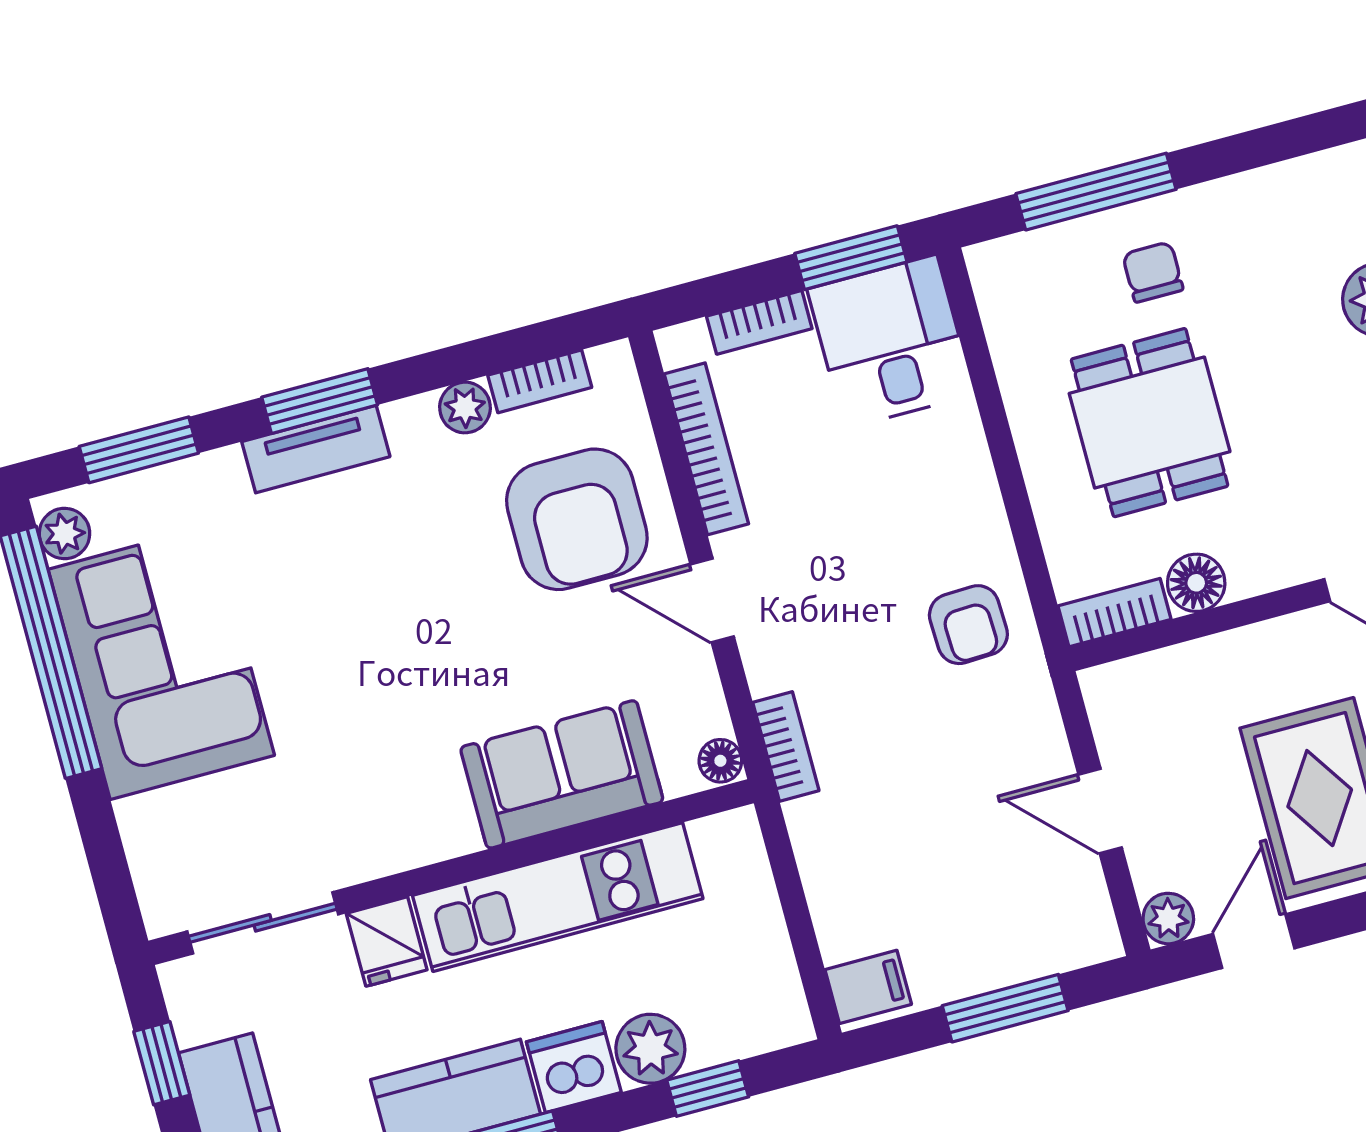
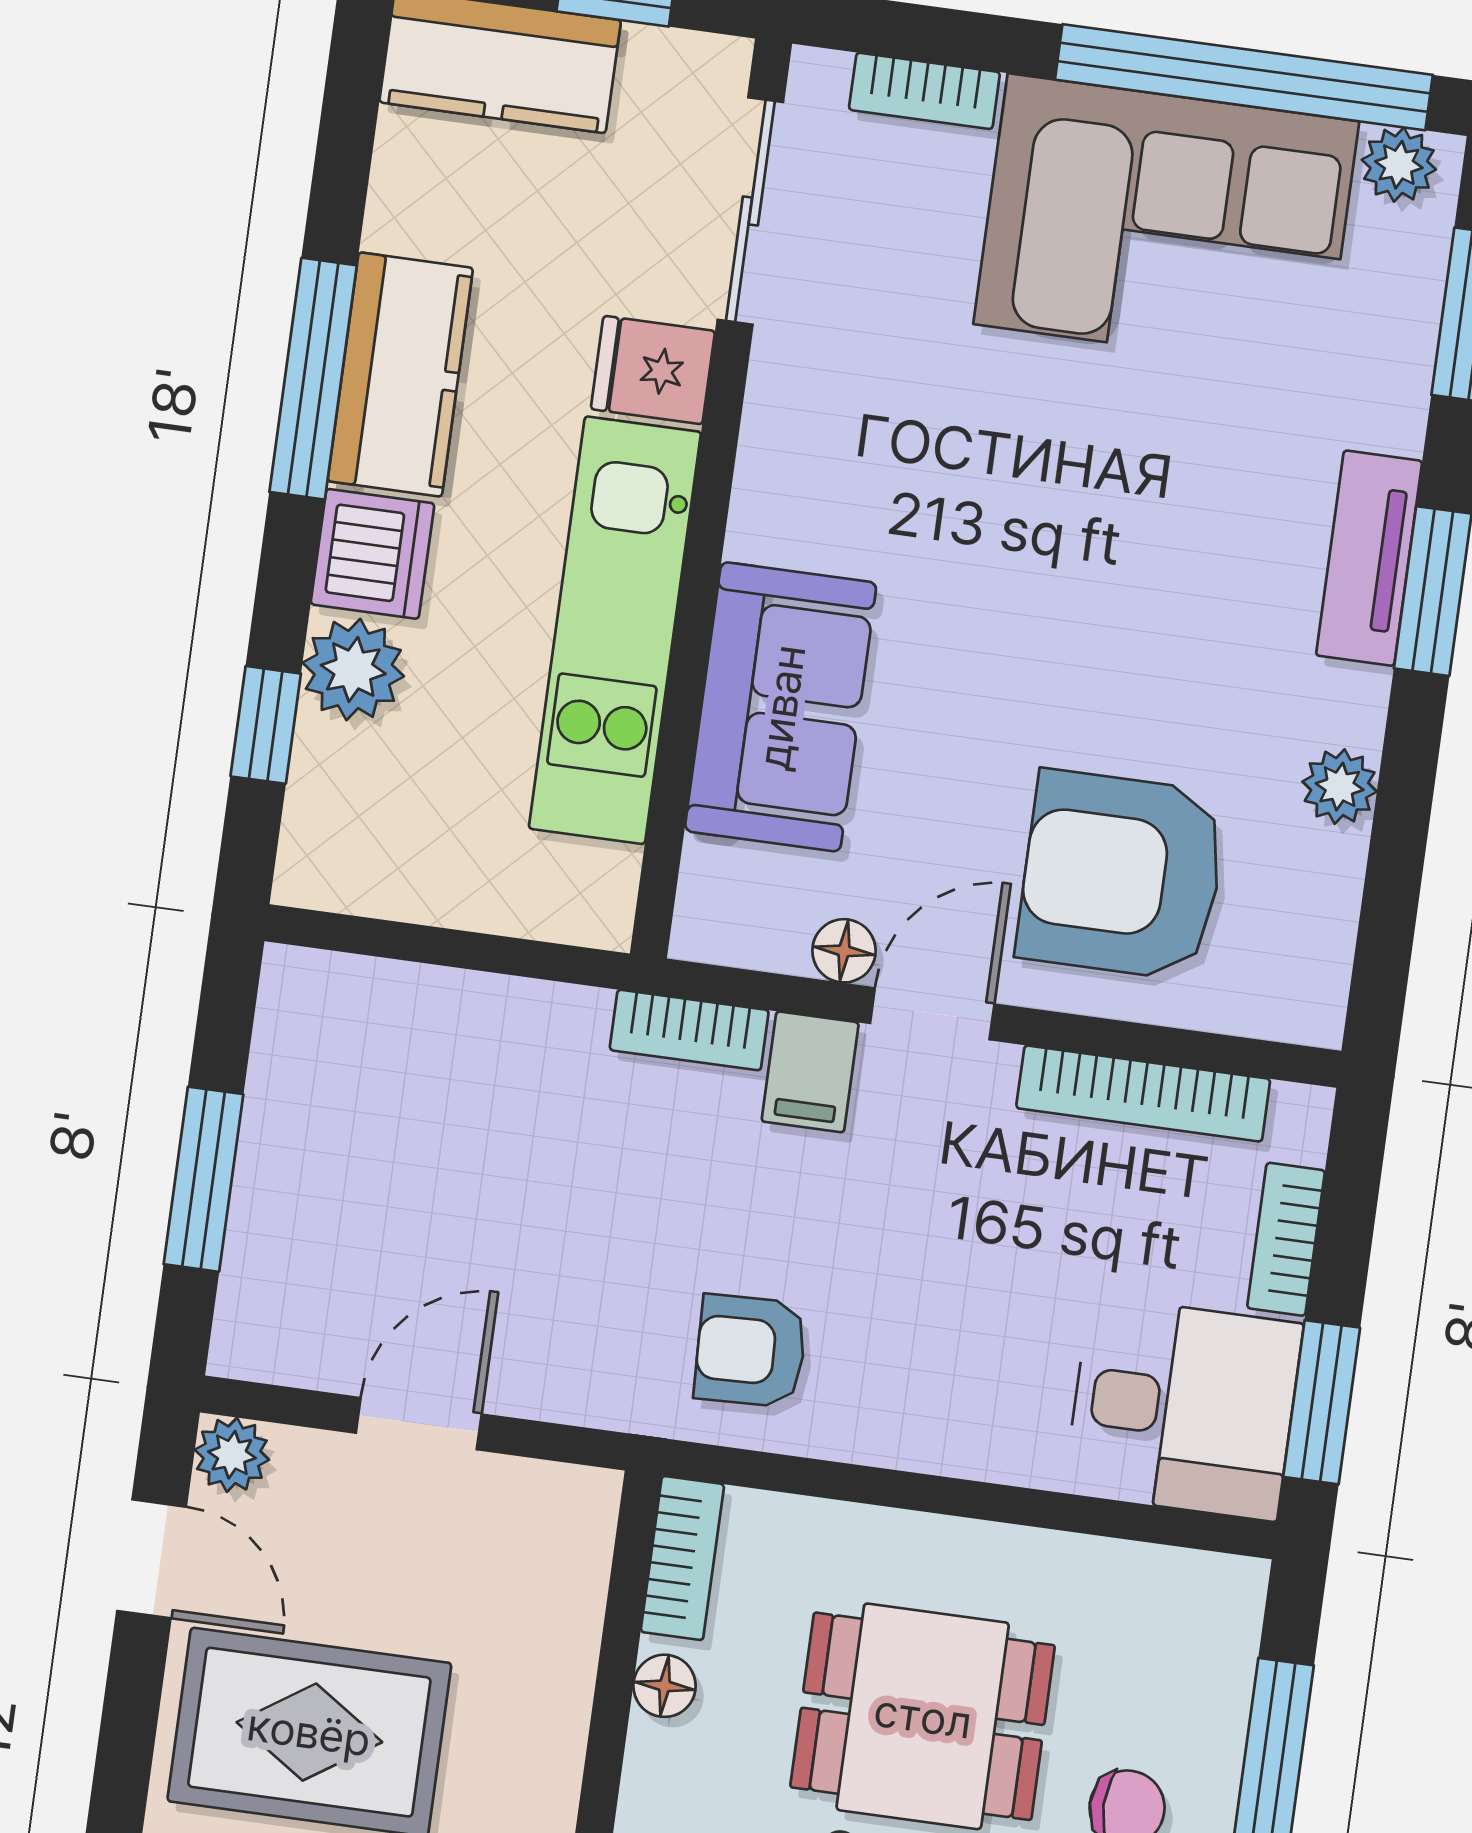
bookcase: (540, 381) -> (924, 91), moved, turned -90
floor lamp: (1196, 583) -> (664, 1686), width x0.73, depth x0.73
floor lamp: (720, 761) -> (844, 951), moved
filing cabinet: (868, 987) -> (810, 1072), moved

